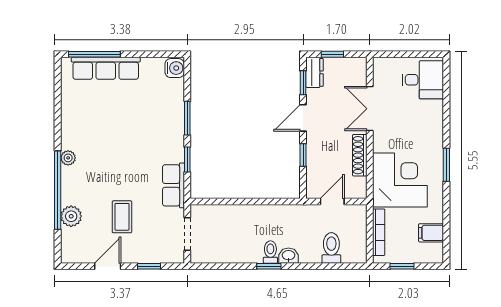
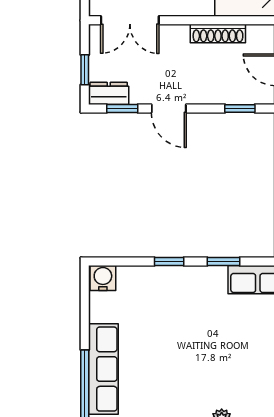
double door: (370, 109) -> (130, 20), moved
window: (187, 118) -> (169, 261), width x0.67
window: (303, 155) -> (240, 108), moved

